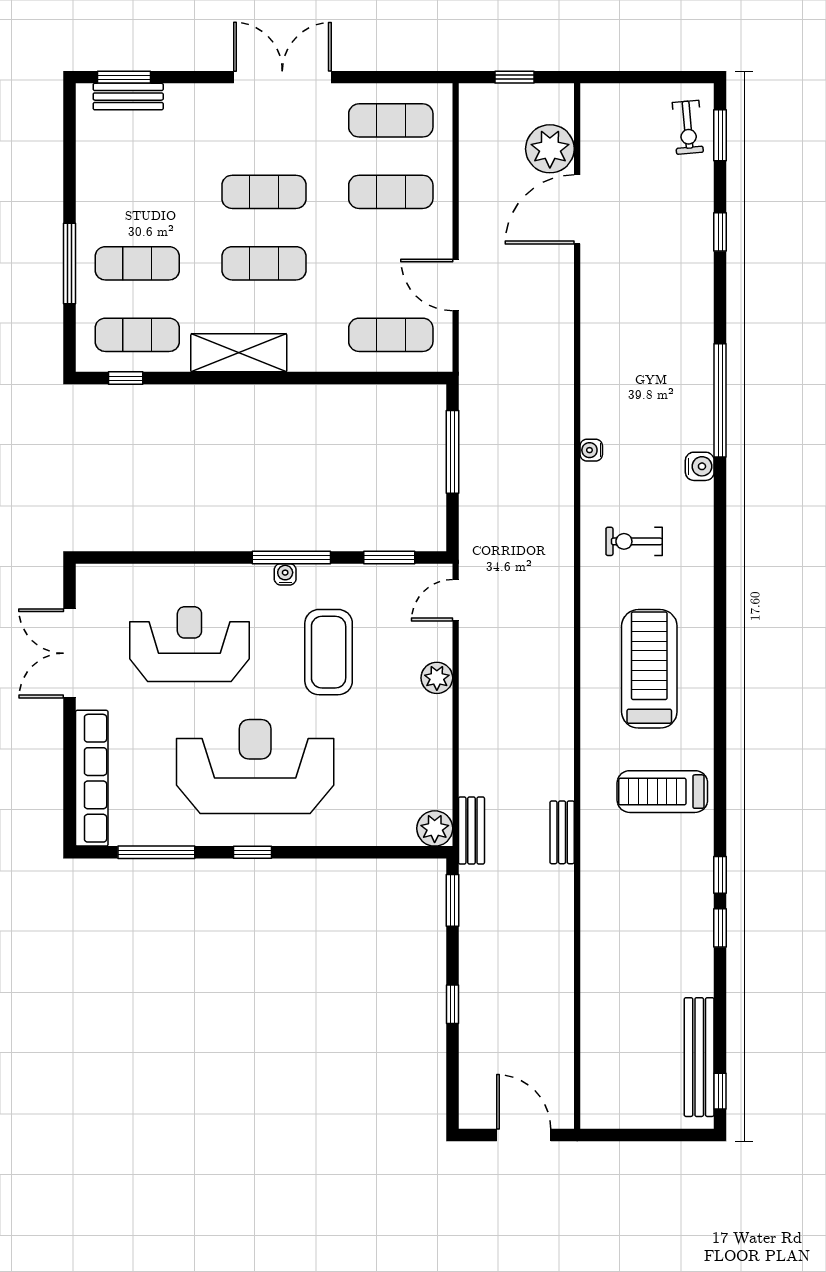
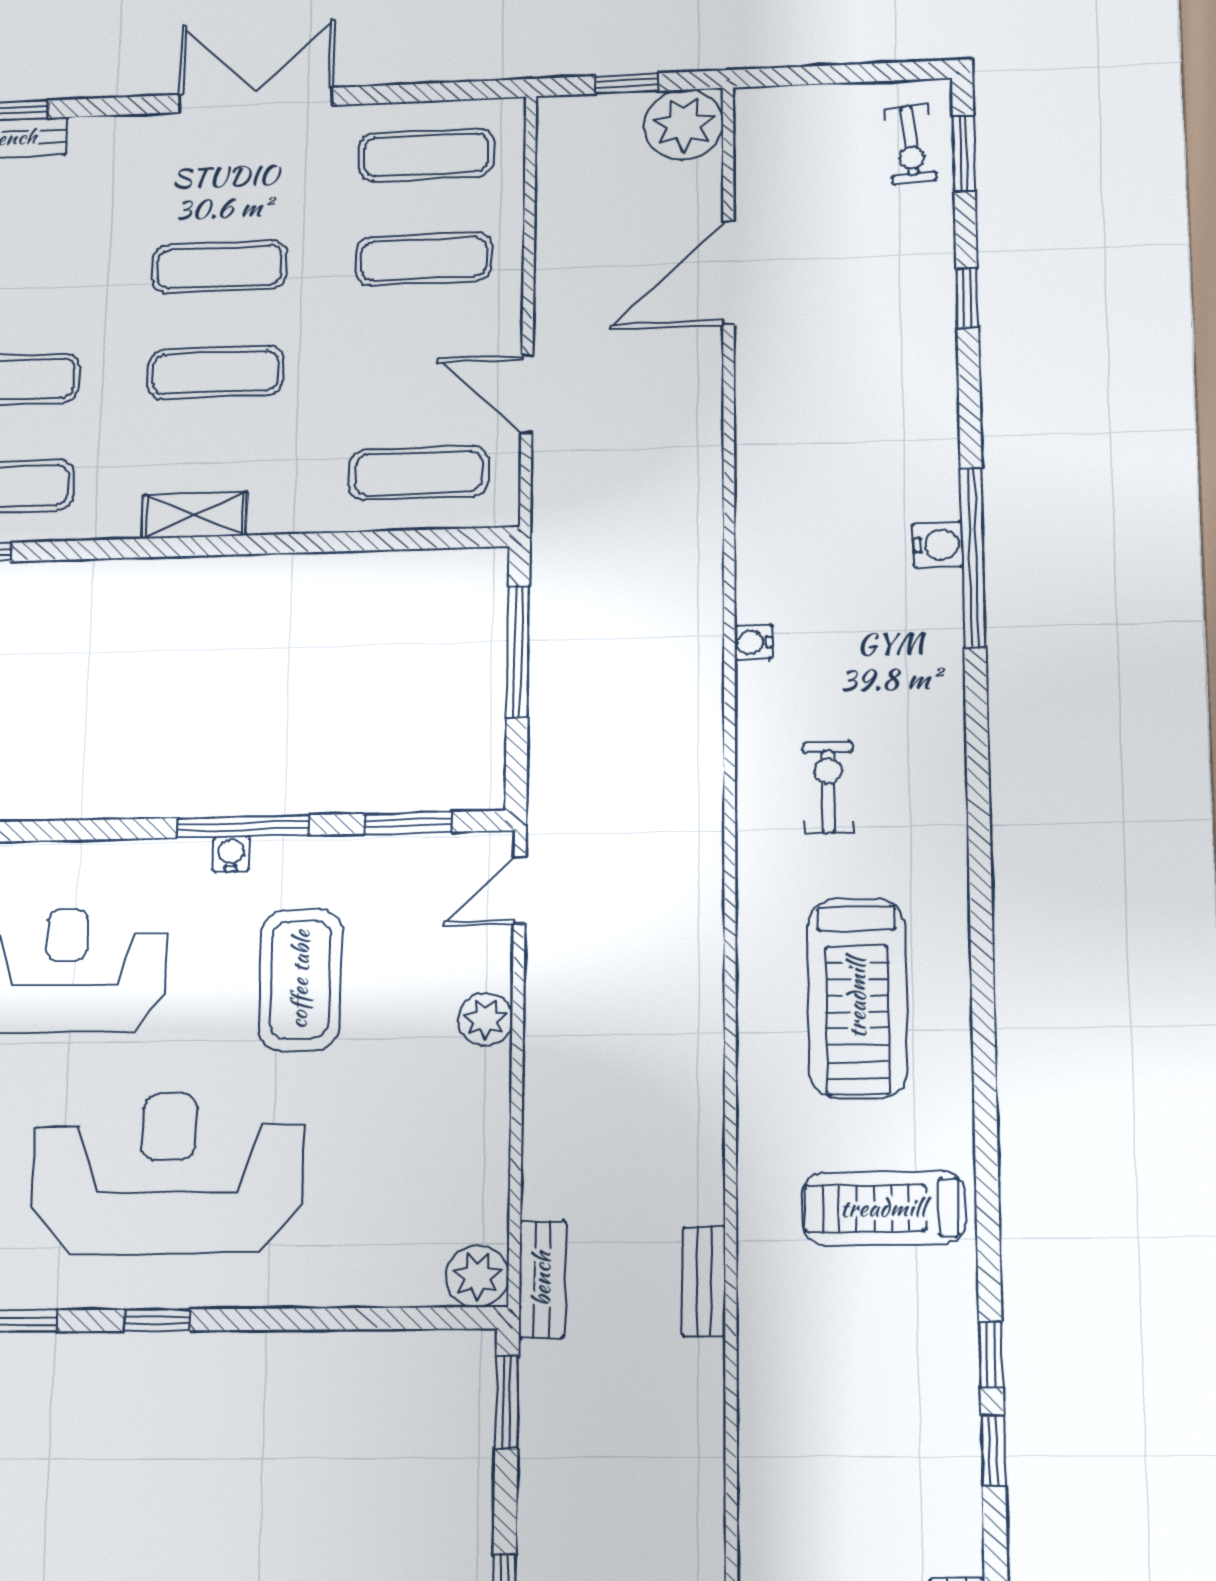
plant: (550, 149) -> (684, 125), moved
shelving: (239, 353) -> (195, 515), width x0.67, depth x0.75
water cooler: (700, 466) -> (938, 545), moved
exercise bike: (634, 541) -> (828, 787), turned 90
treadmill: (649, 669) -> (857, 998), turned 180

